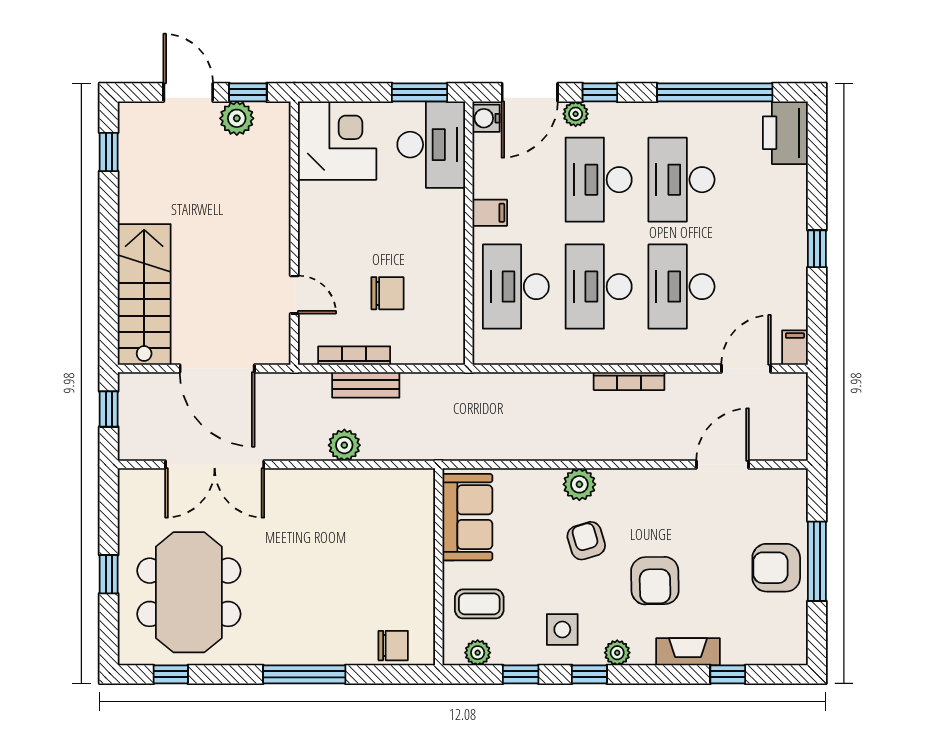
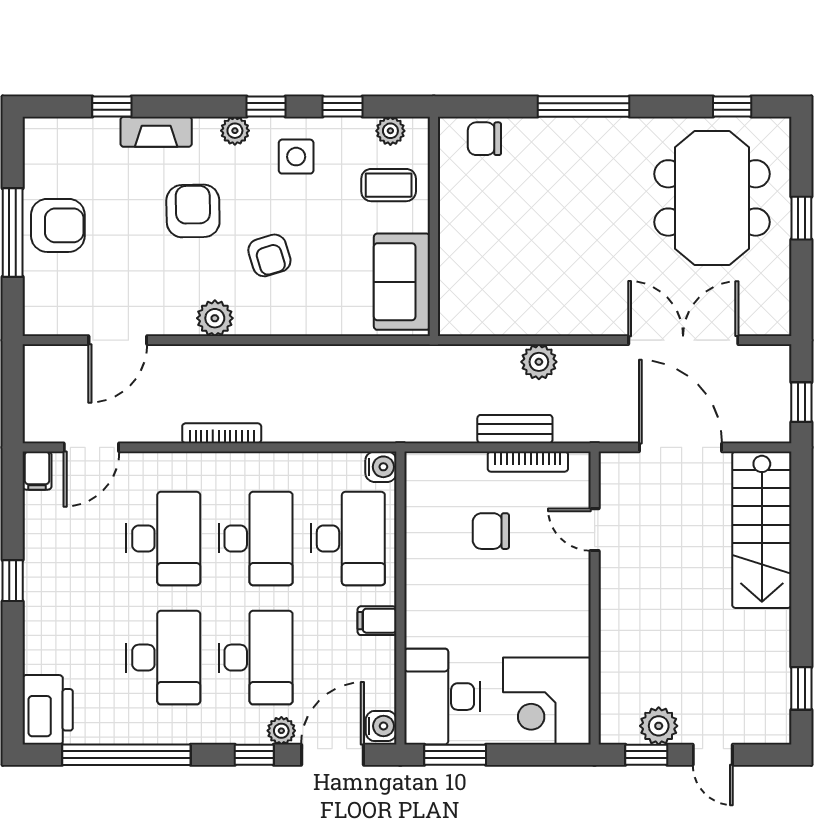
door: (188, 92) -> (713, 755), width x0.73
water cooler: (486, 351) -> (381, 467), added
plant: (579, 484) -> (215, 318), moved

